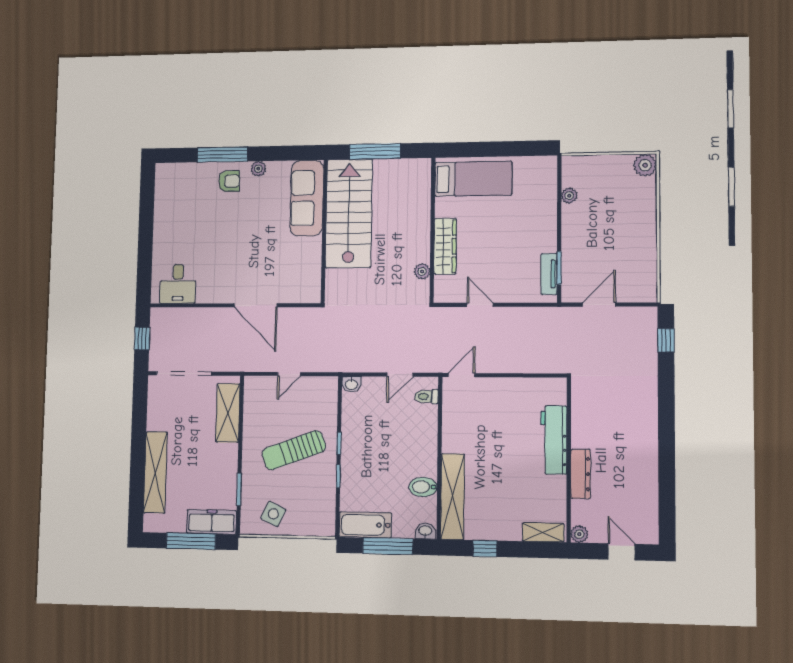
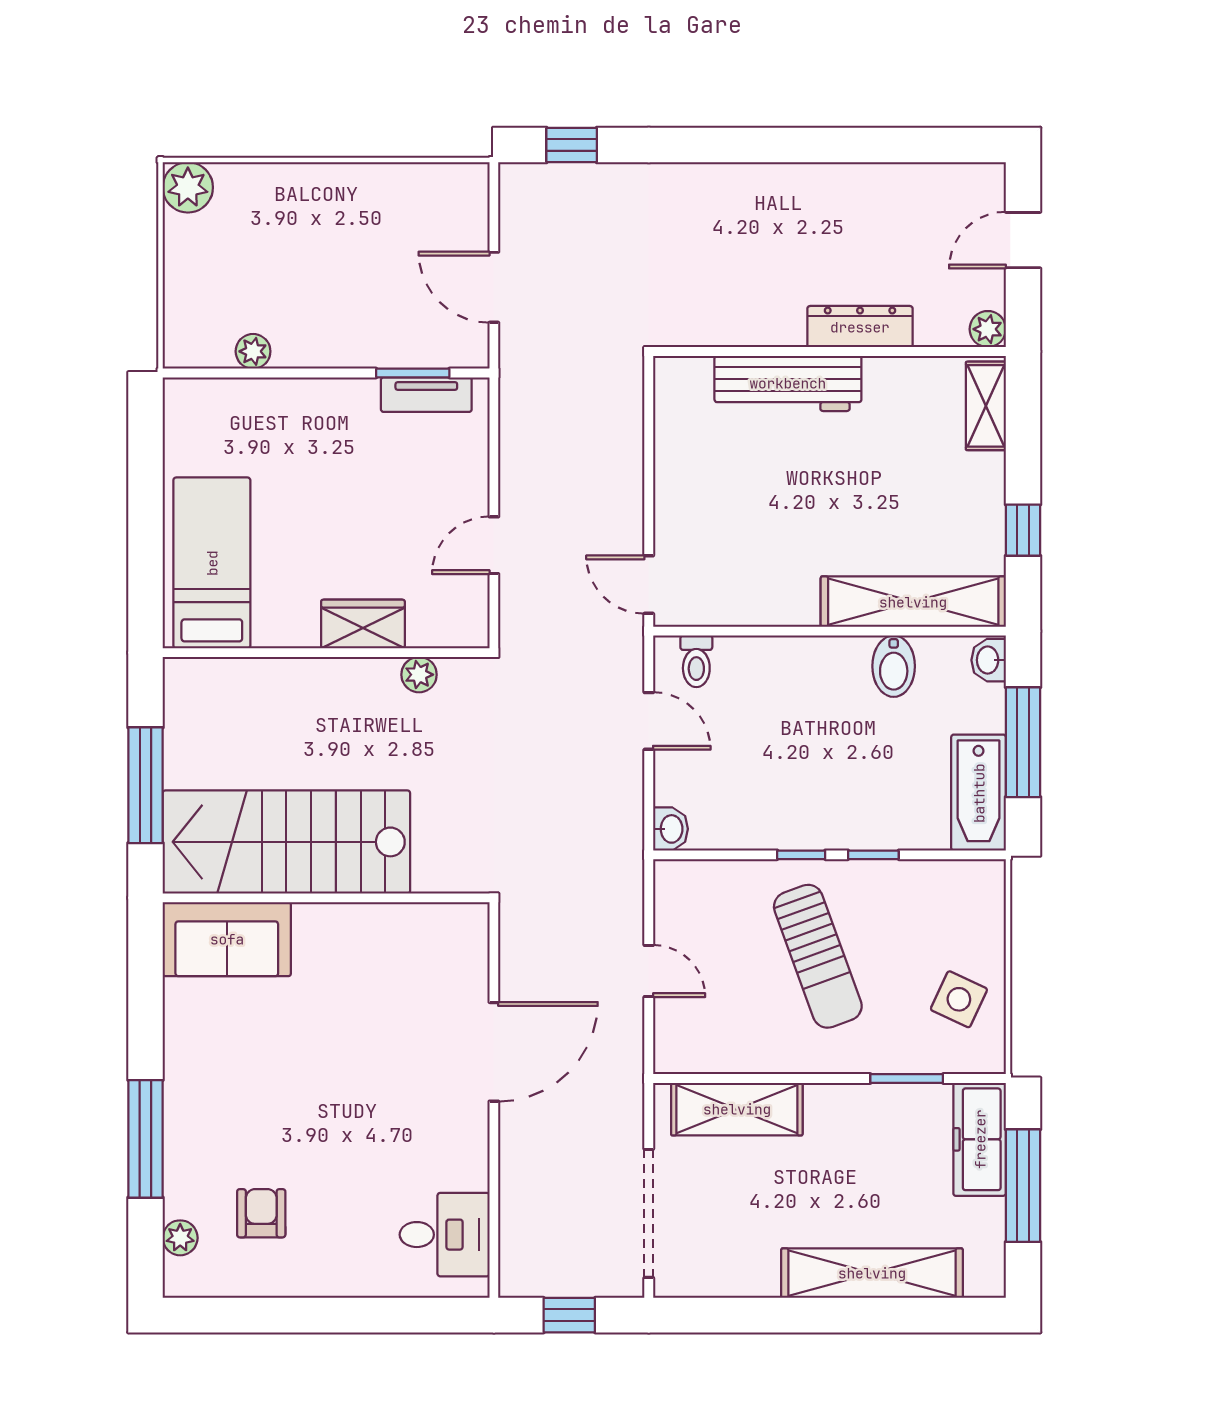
plant: (258, 169) -> (180, 1238), moved
armchair: (229, 181) -> (261, 1213), moved
sofa: (307, 198) -> (227, 939), width x0.73
wardrobe: (445, 246) -> (363, 624), width x0.67

